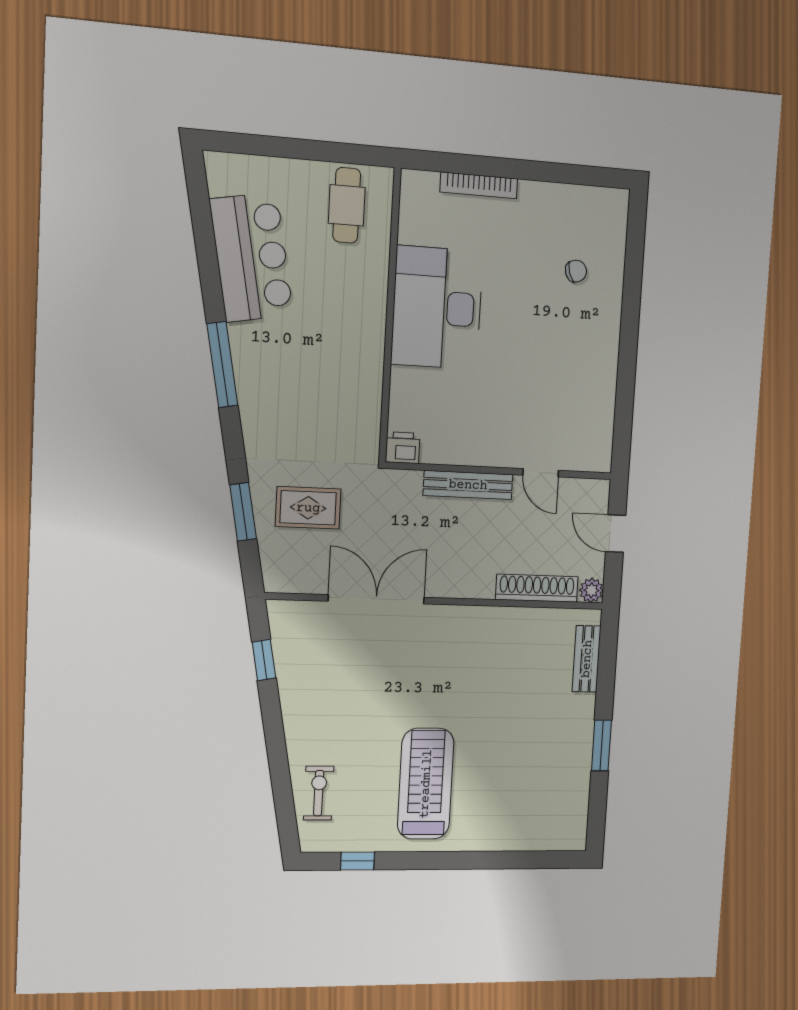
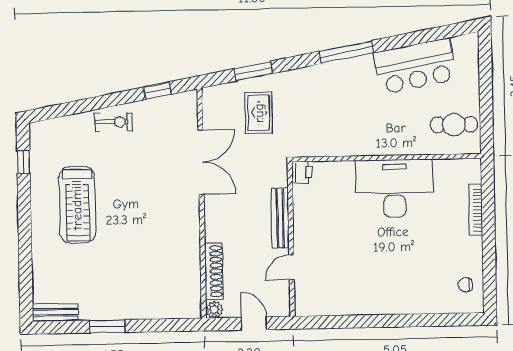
chair: (576, 271) -> (465, 285), moved, turned 108
door: (616, 534) -> (254, 324), hinge flipped
bench: (587, 659) -> (55, 312), moved
treadmill: (426, 784) -> (77, 205), turned 90
exercise bike: (319, 793) -> (113, 122), moved

